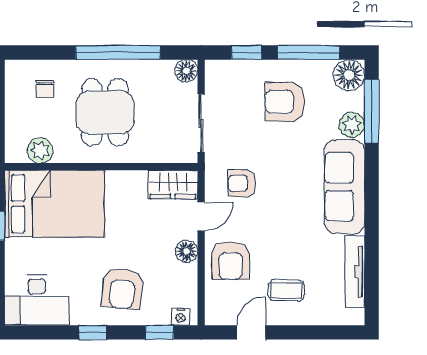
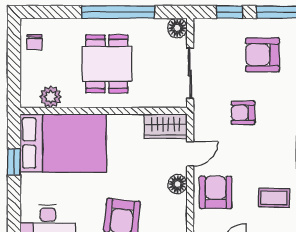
chair: (45, 89) -> (34, 42), moved
armchair: (242, 183) -> (243, 113), moved
armchair: (231, 261) -> (216, 192), turned 180
coffee table: (286, 290) -> (274, 198), moved

